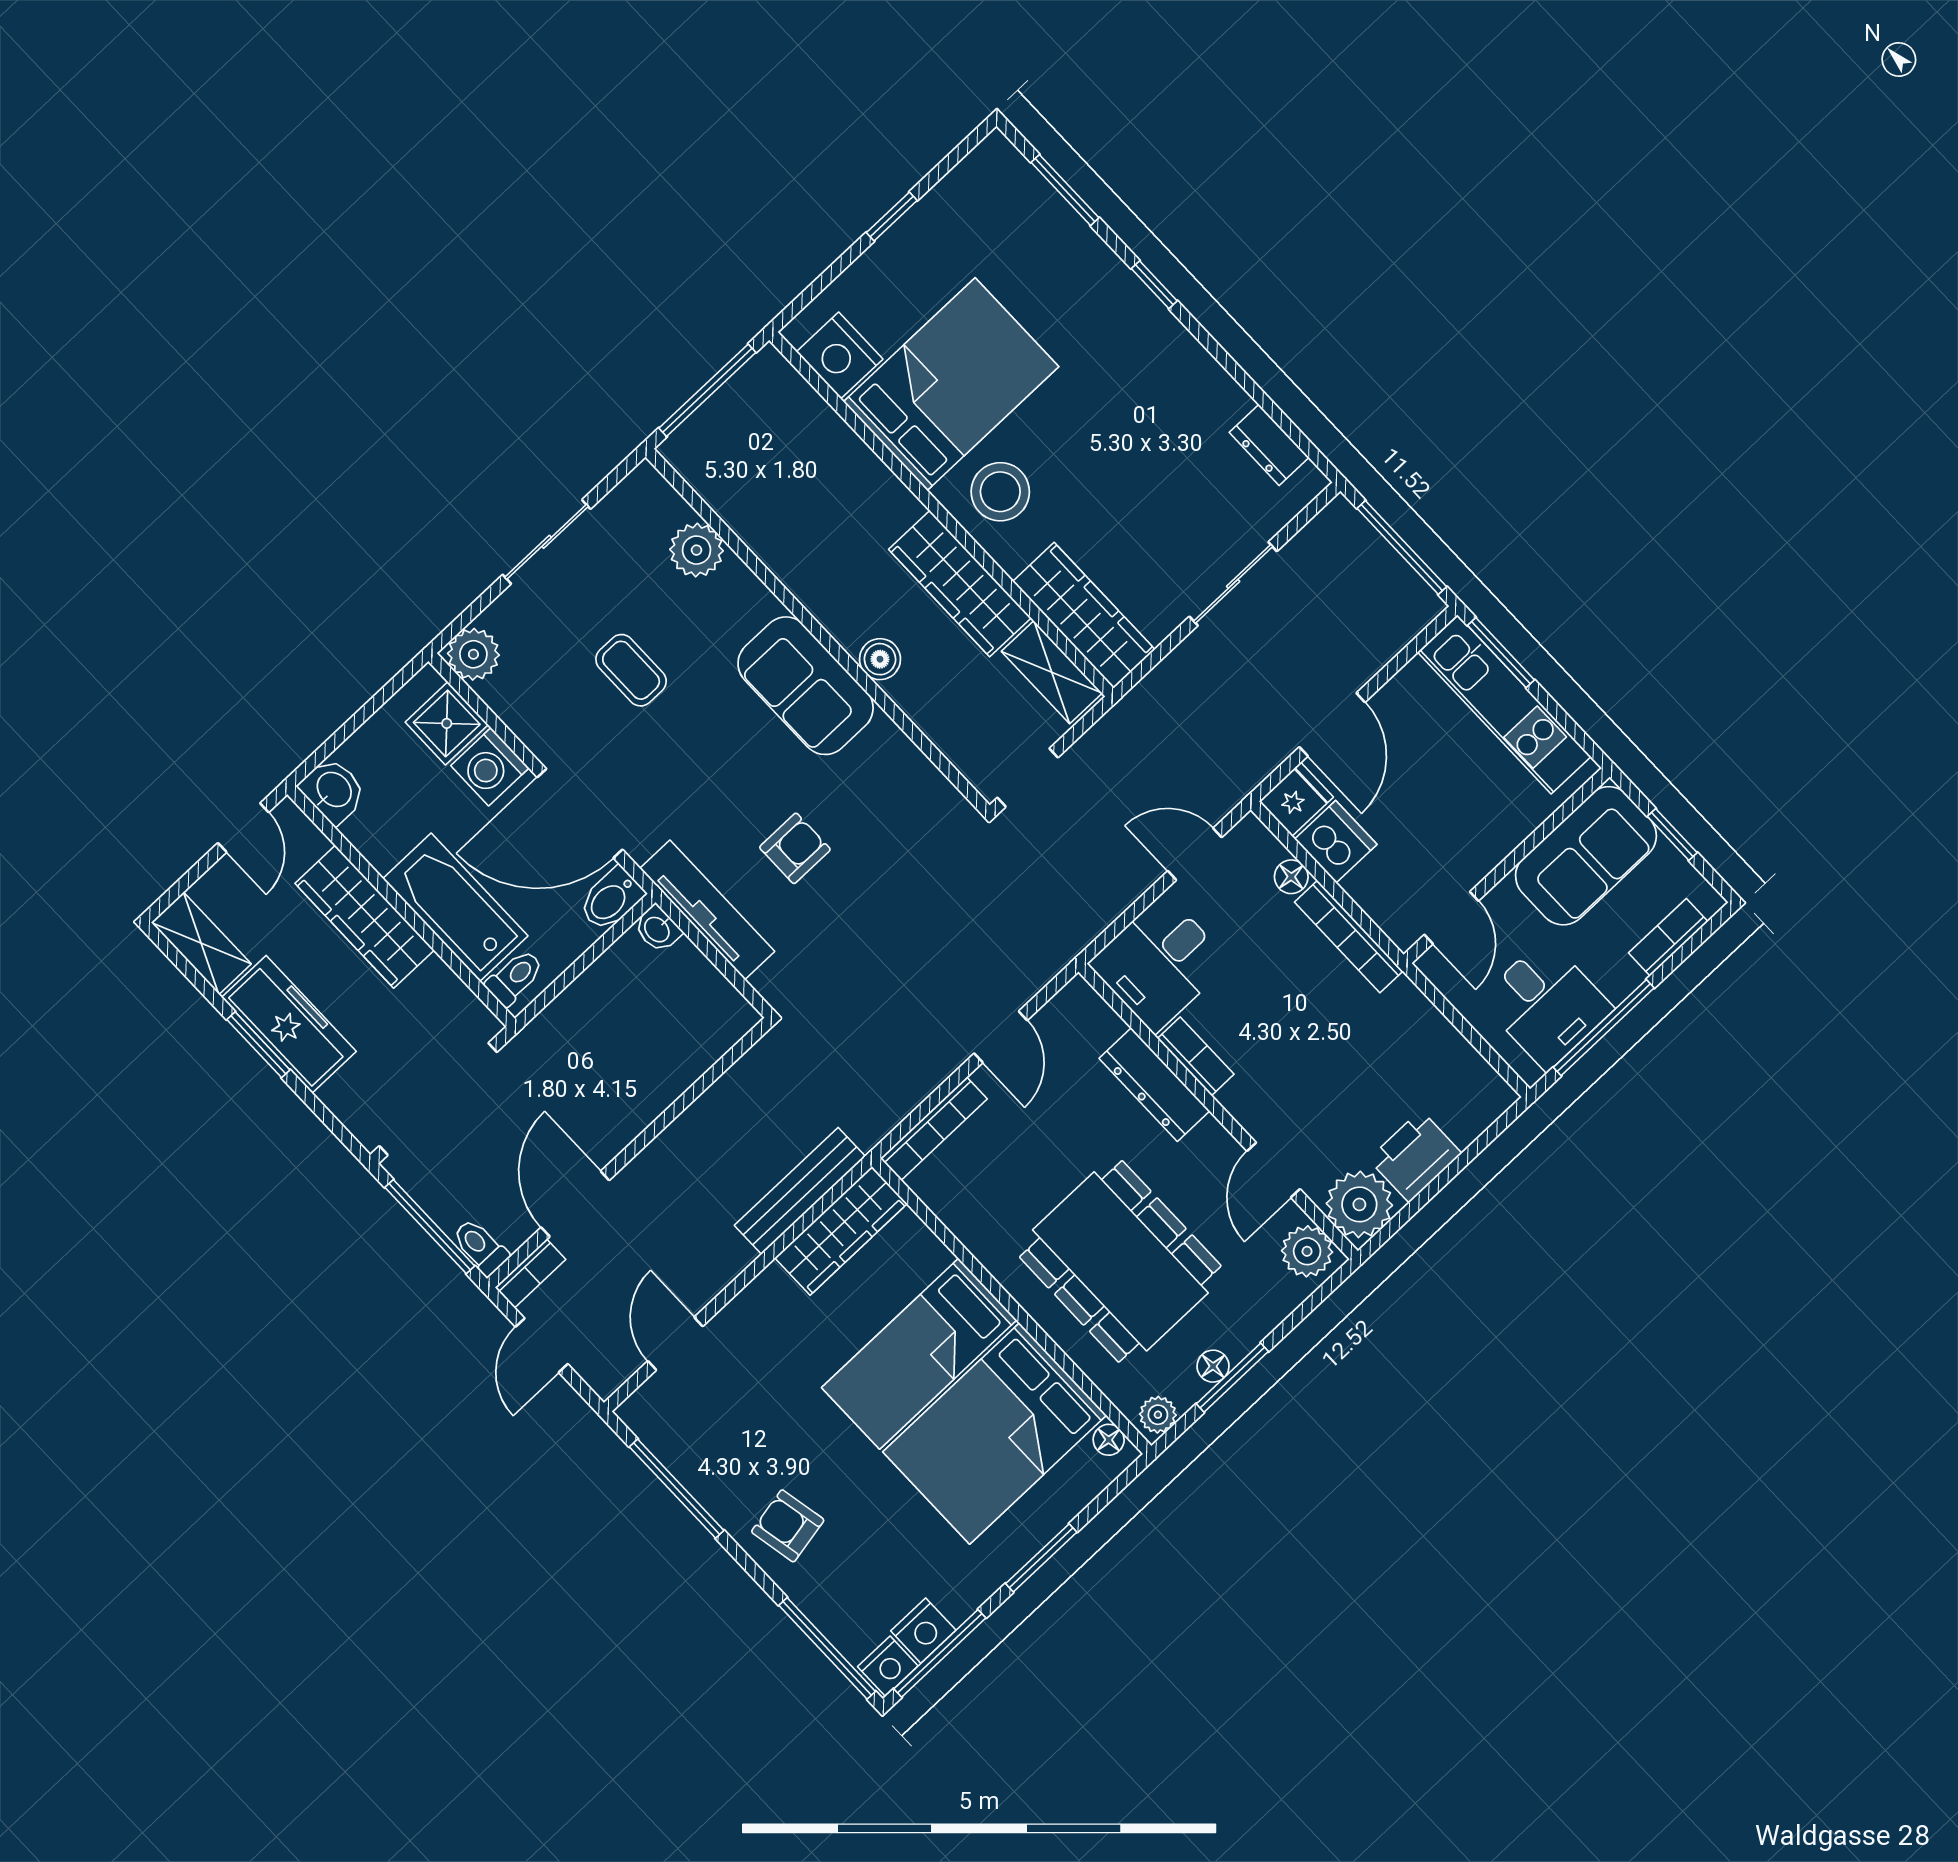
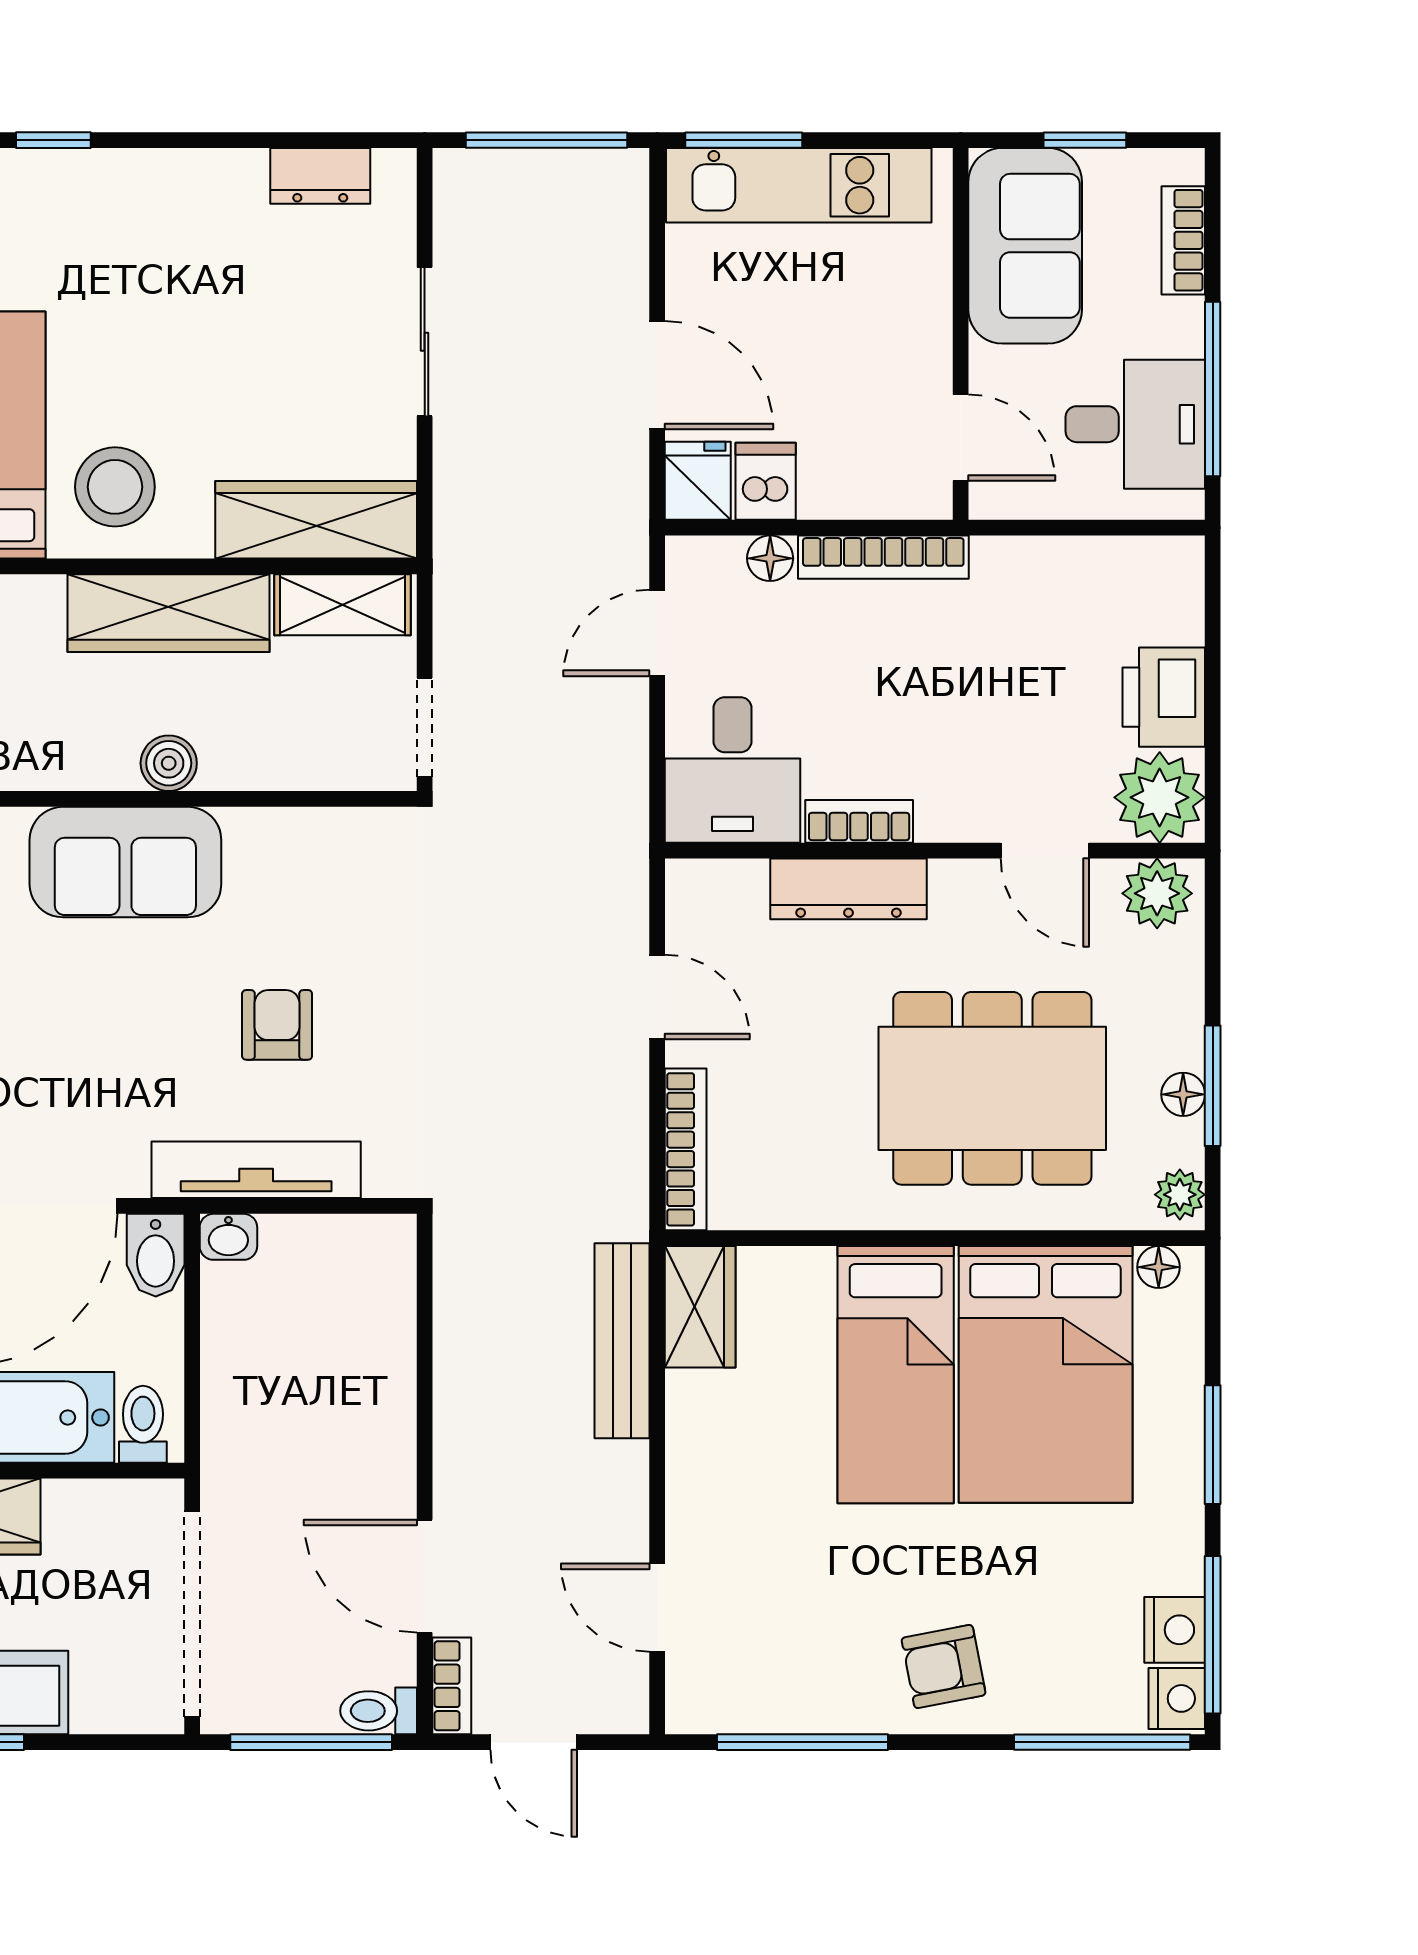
dishwasher: (1336, 842) -> (766, 481), width x0.73
wardrobe: (841, 1231) -> (700, 1307), width x0.67

